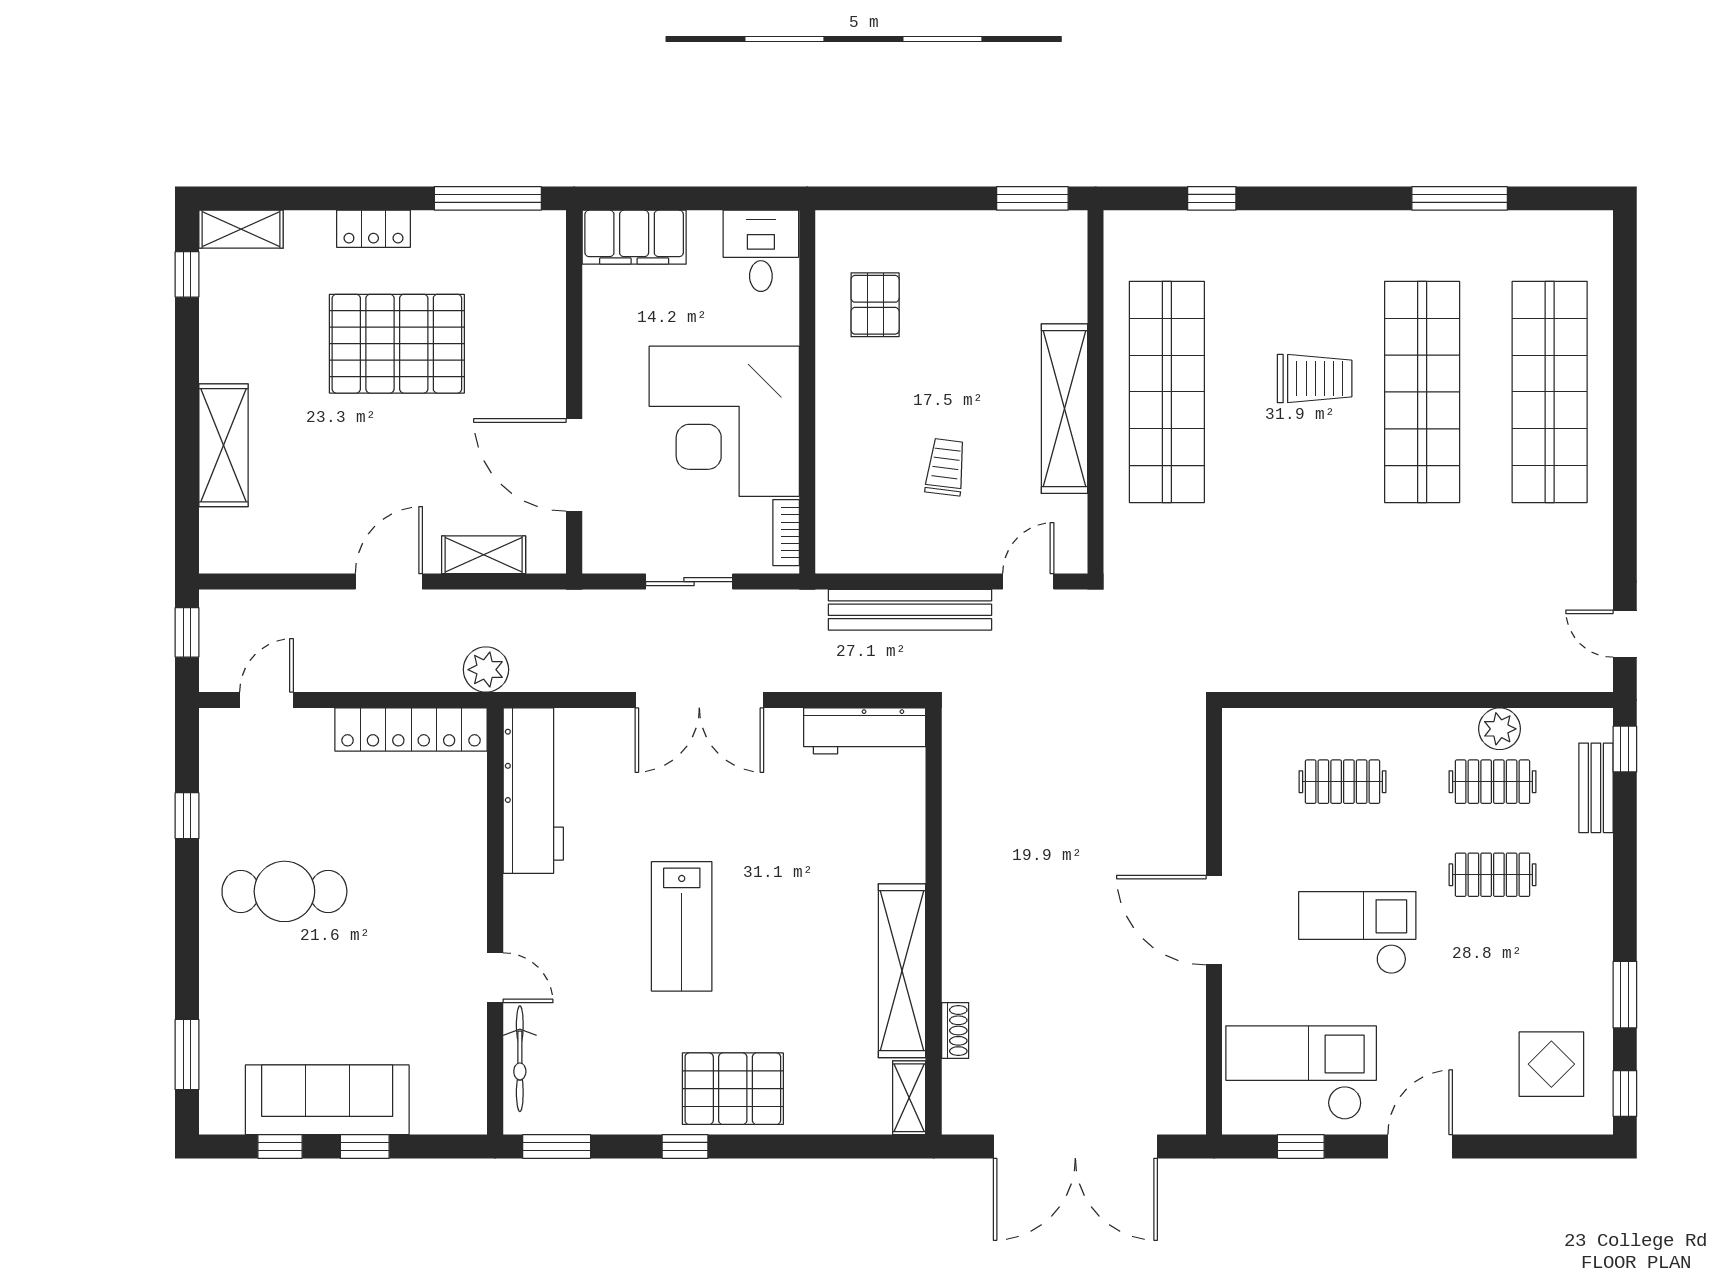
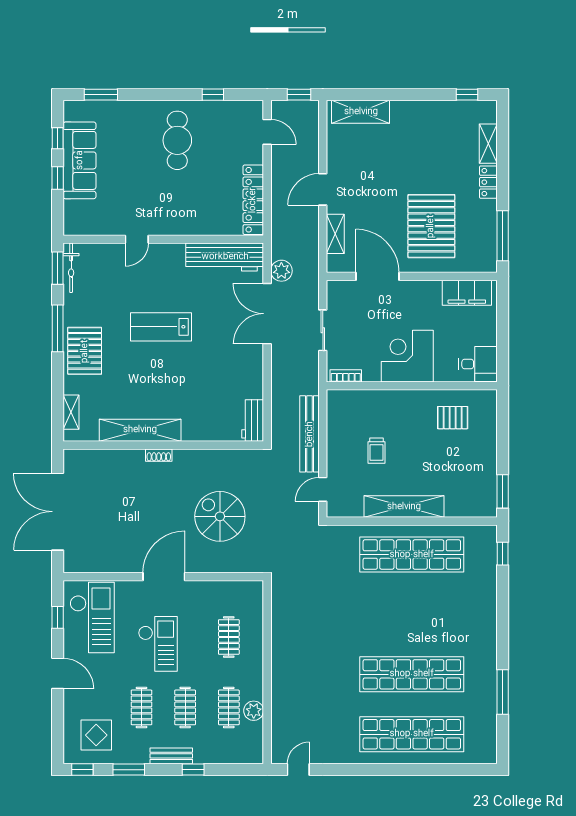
window: (1212, 198) -> (503, 554), moved
shelving: (241, 229) -> (488, 144), moved
filing cabinet: (634, 237) -> (467, 293), moved, turned -90
pallet: (397, 344) -> (431, 226), moved
trolley: (1315, 379) -> (418, 624), removed
corner desk: (724, 421) -> (407, 356), width x0.74, depth x0.74
shelving: (223, 445) -> (361, 112), moved
door: (574, 465) -> (377, 276), hinge flipped
trolley: (946, 467) -> (376, 451), turned 83
door: (389, 582) -> (323, 189), swing flipped
door: (1028, 582) -> (323, 489), swing flipped
plant: (486, 670) -> (281, 271), moved
double door: (699, 700) -> (267, 314), moved
workbench: (865, 731) -> (253, 420), width x0.73
window: (1625, 749) -> (193, 770), moved
bench: (1596, 788) -> (171, 756), moved
spiral stairs: (1086, 801) -> (220, 516), added
clothes rail: (1492, 968) -> (141, 707), added
shoe rack: (955, 1031) -> (159, 455), moved
bicycle: (520, 1059) -> (71, 268), moved, turned -90
shelving: (909, 1098) -> (71, 412), moved, turned 90
window: (685, 1146) -> (58, 328), width x2.17

